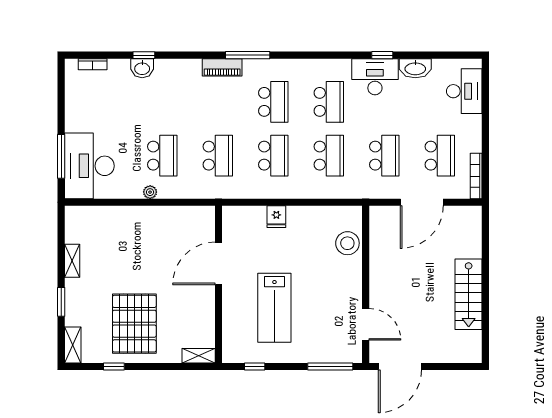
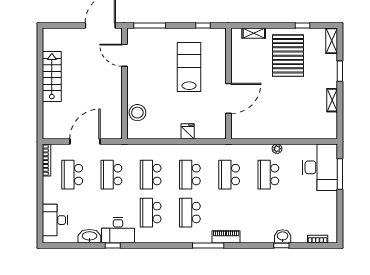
shelving: (199, 356) -> (254, 33), moved

